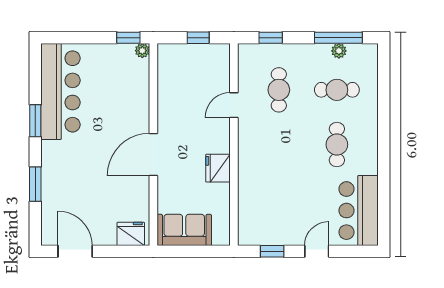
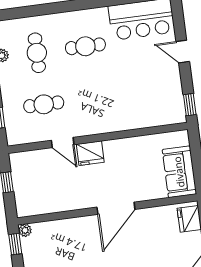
door: (153, 154) -> (116, 208), hinge flipped
fridge: (218, 168) -> (90, 153), moved
window: (272, 251) -> (190, 105), moved

